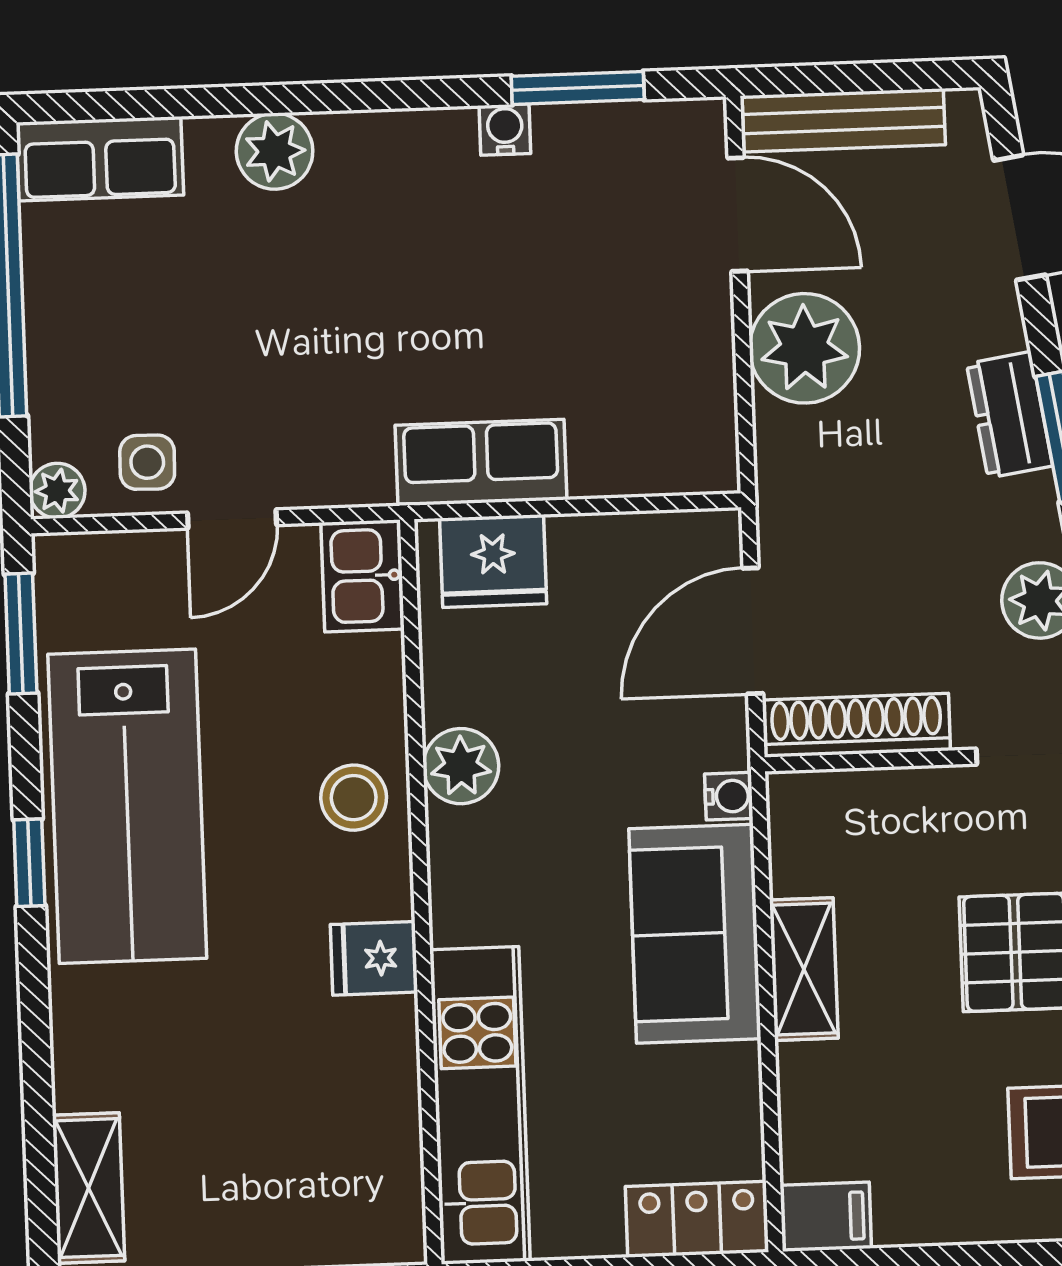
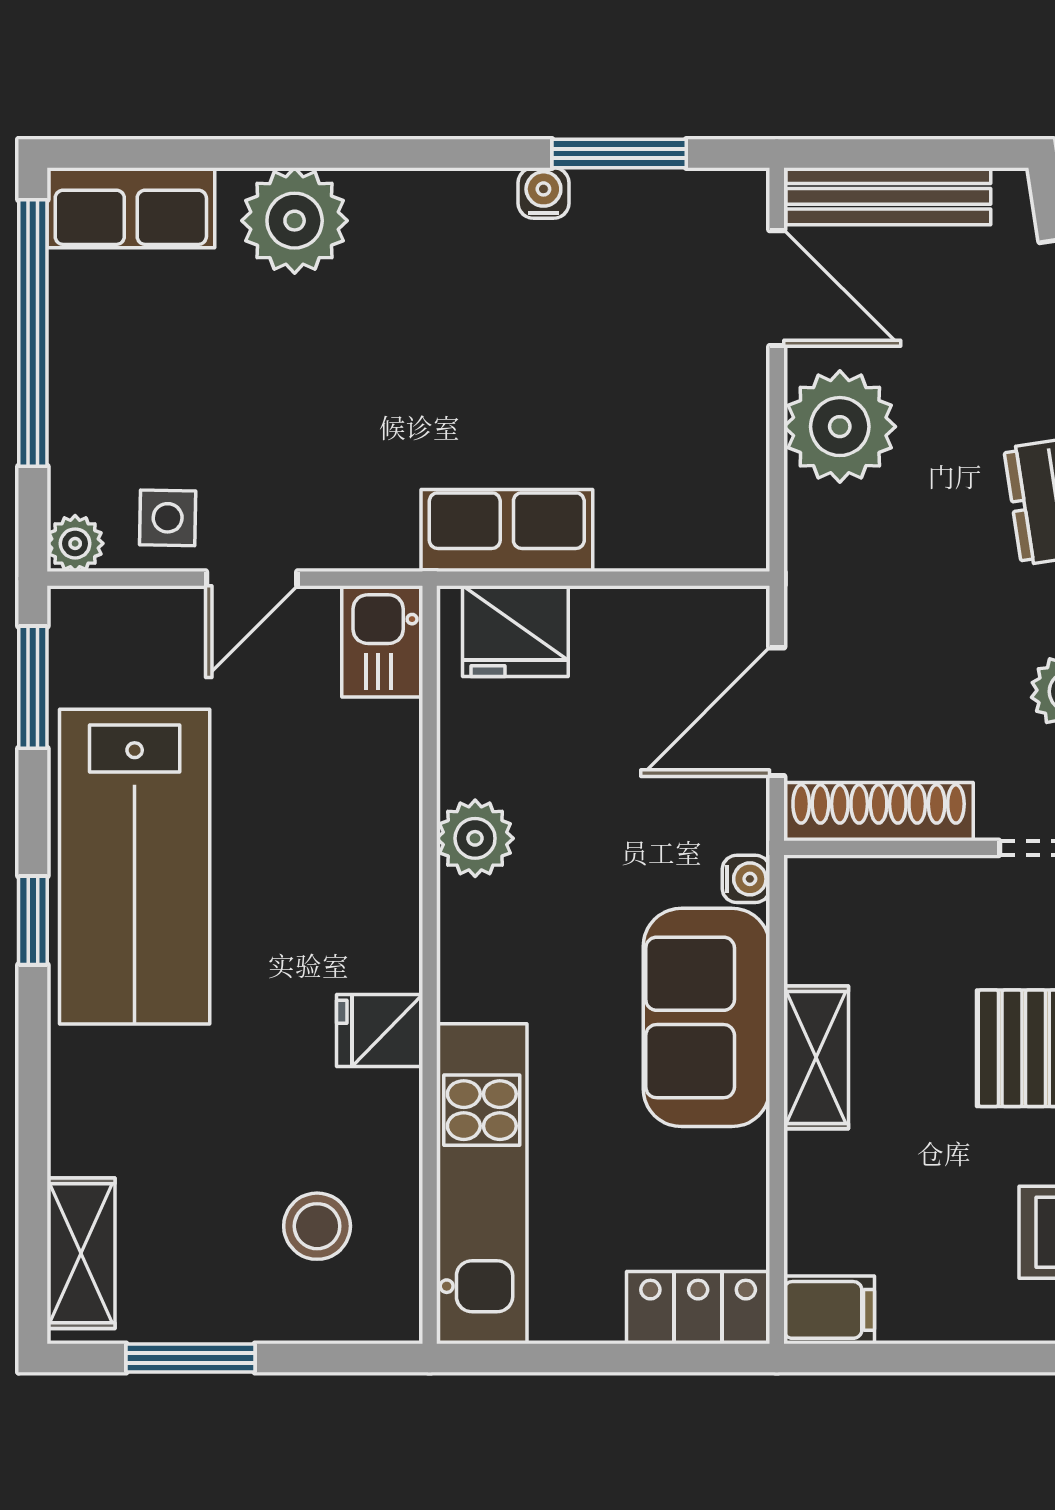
plant: (275, 151) -> (295, 221), width x1.36, depth x1.36
stool: (354, 798) -> (317, 1226), moved

